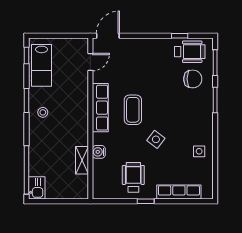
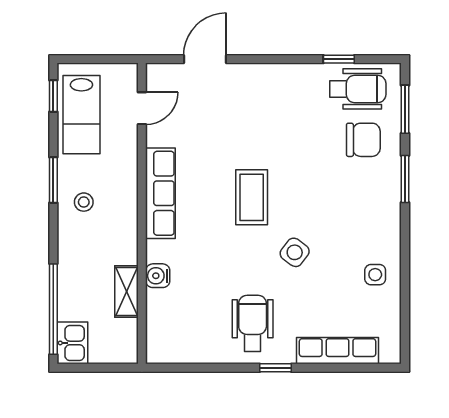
door: (90, 62) -> (142, 108), moved
row of seats: (100, 108) -> (160, 193), moved
wall: (90, 118) -> (142, 213), moved
water cooler: (99, 152) -> (158, 276), moved
shelving: (82, 160) -> (126, 291), moved

